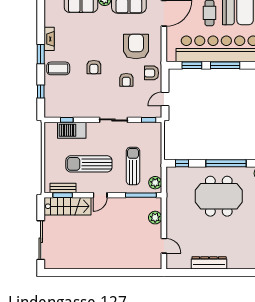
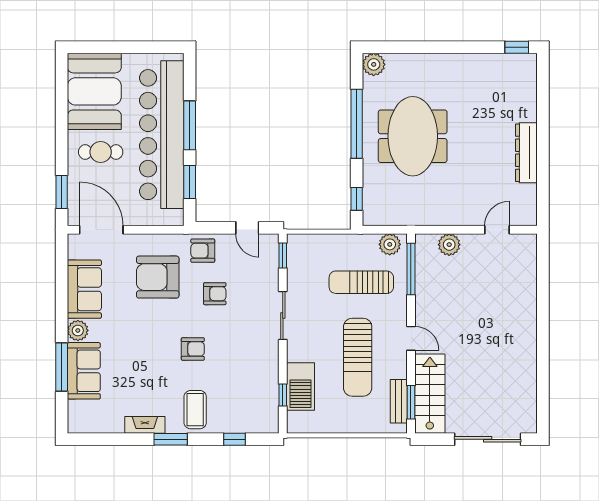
armchair: (152, 73) -> (203, 251), turned 90

